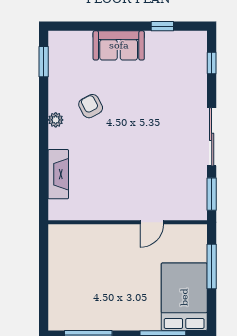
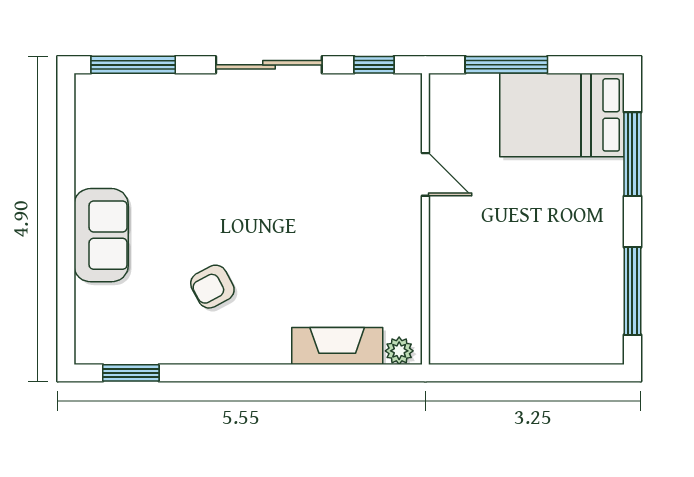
window: (162, 26) -> (66, 155), removed
window: (212, 63) -> (133, 65), width x2.17
plant: (56, 120) -> (399, 351), moved
window: (212, 194) -> (374, 65), width x0.67

